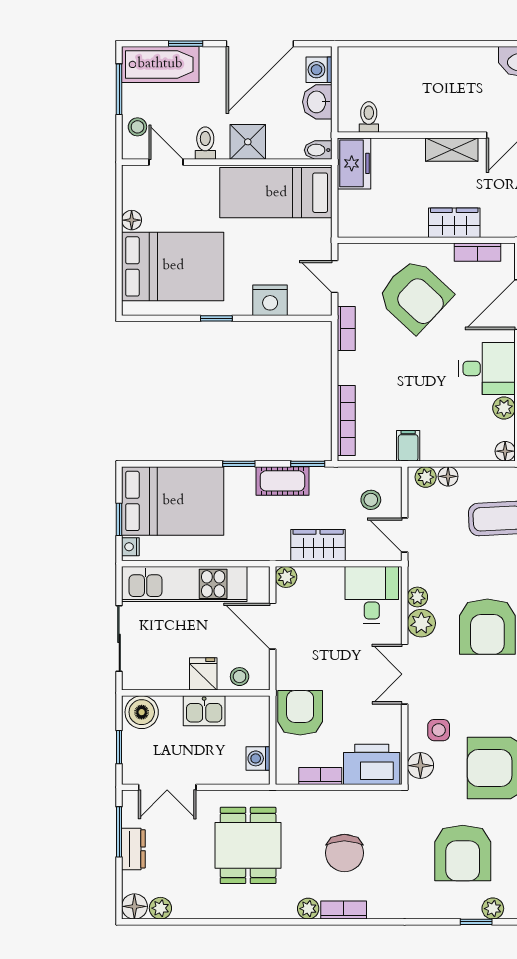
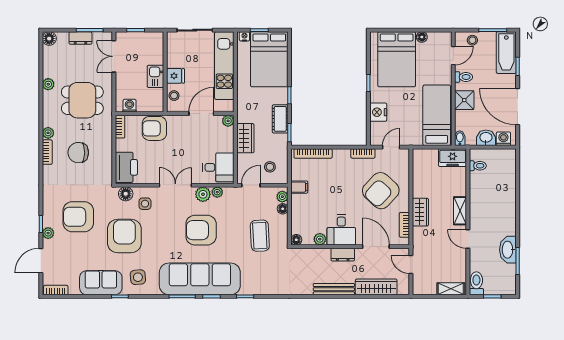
boiler: (142, 712) -> (155, 42), removed
armchair: (300, 713) -> (154, 128), turned 180
bookcase: (320, 776) -> (120, 127), moved
plant: (160, 908) -> (48, 84), moved

